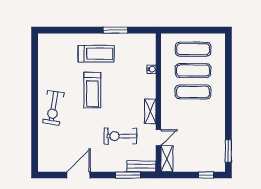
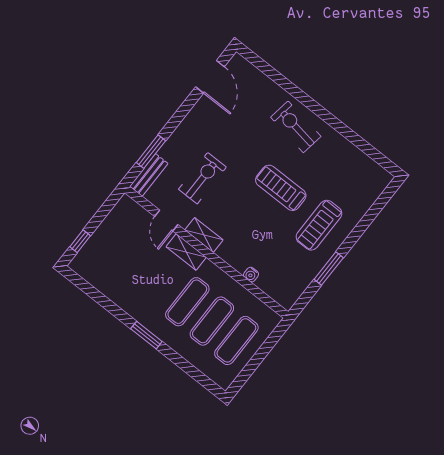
window: (228, 151) -> (146, 335), moved
shelving: (167, 159) -> (186, 252), moved
door: (78, 175) -> (210, 77), moved

